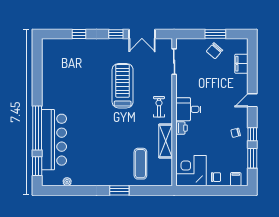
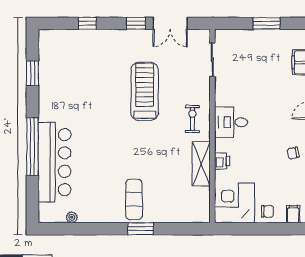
chair: (214, 51) -> (265, 45), removed
printer: (181, 128) -> (222, 161), moved
exercise mat: (140, 164) -> (134, 200), moved
window: (37, 166) -> (32, 73), moved

